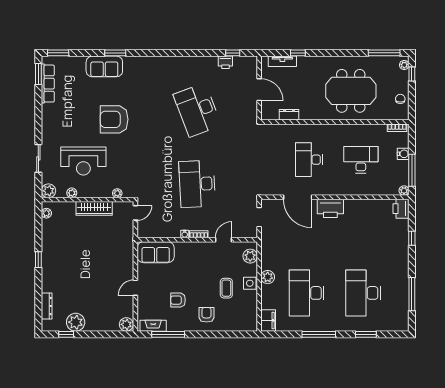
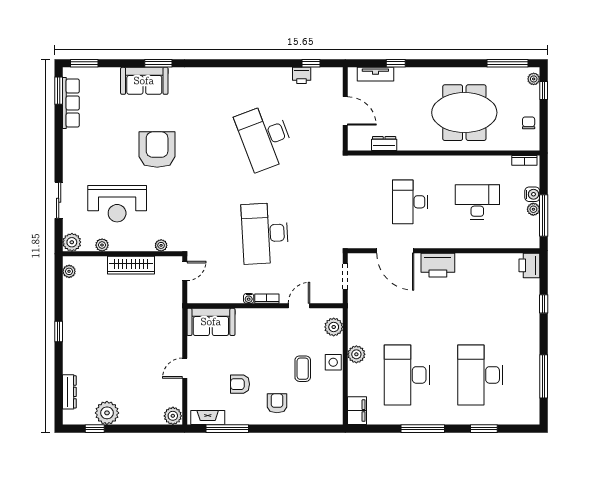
armchair: (114, 119) -> (157, 150), turned 90
plant: (404, 191) -> (533, 209), moved

